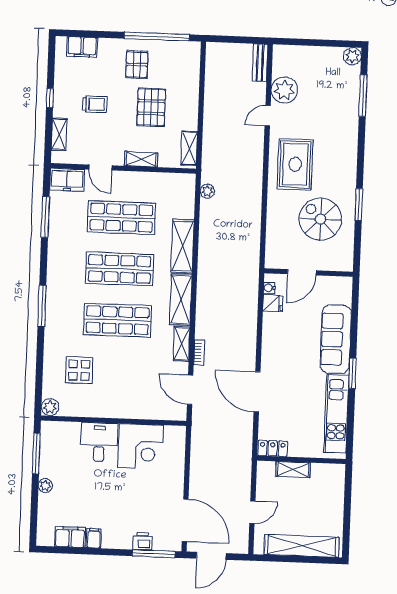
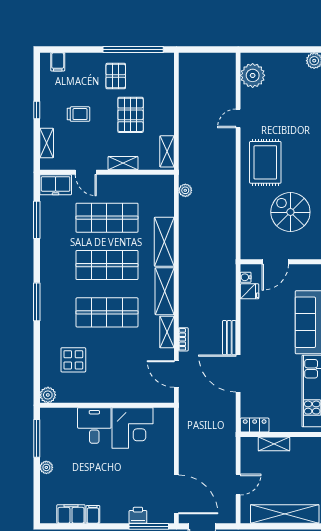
filing cabinet: (82, 47) -> (58, 62), width x0.50
bench: (260, 63) -> (229, 338), moved
plant: (284, 90) -> (253, 75), moved

